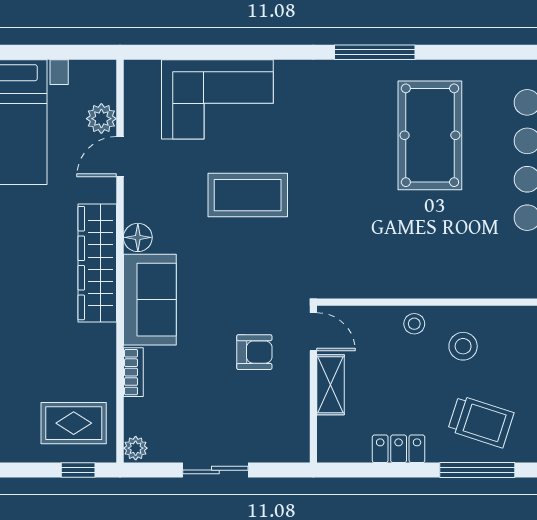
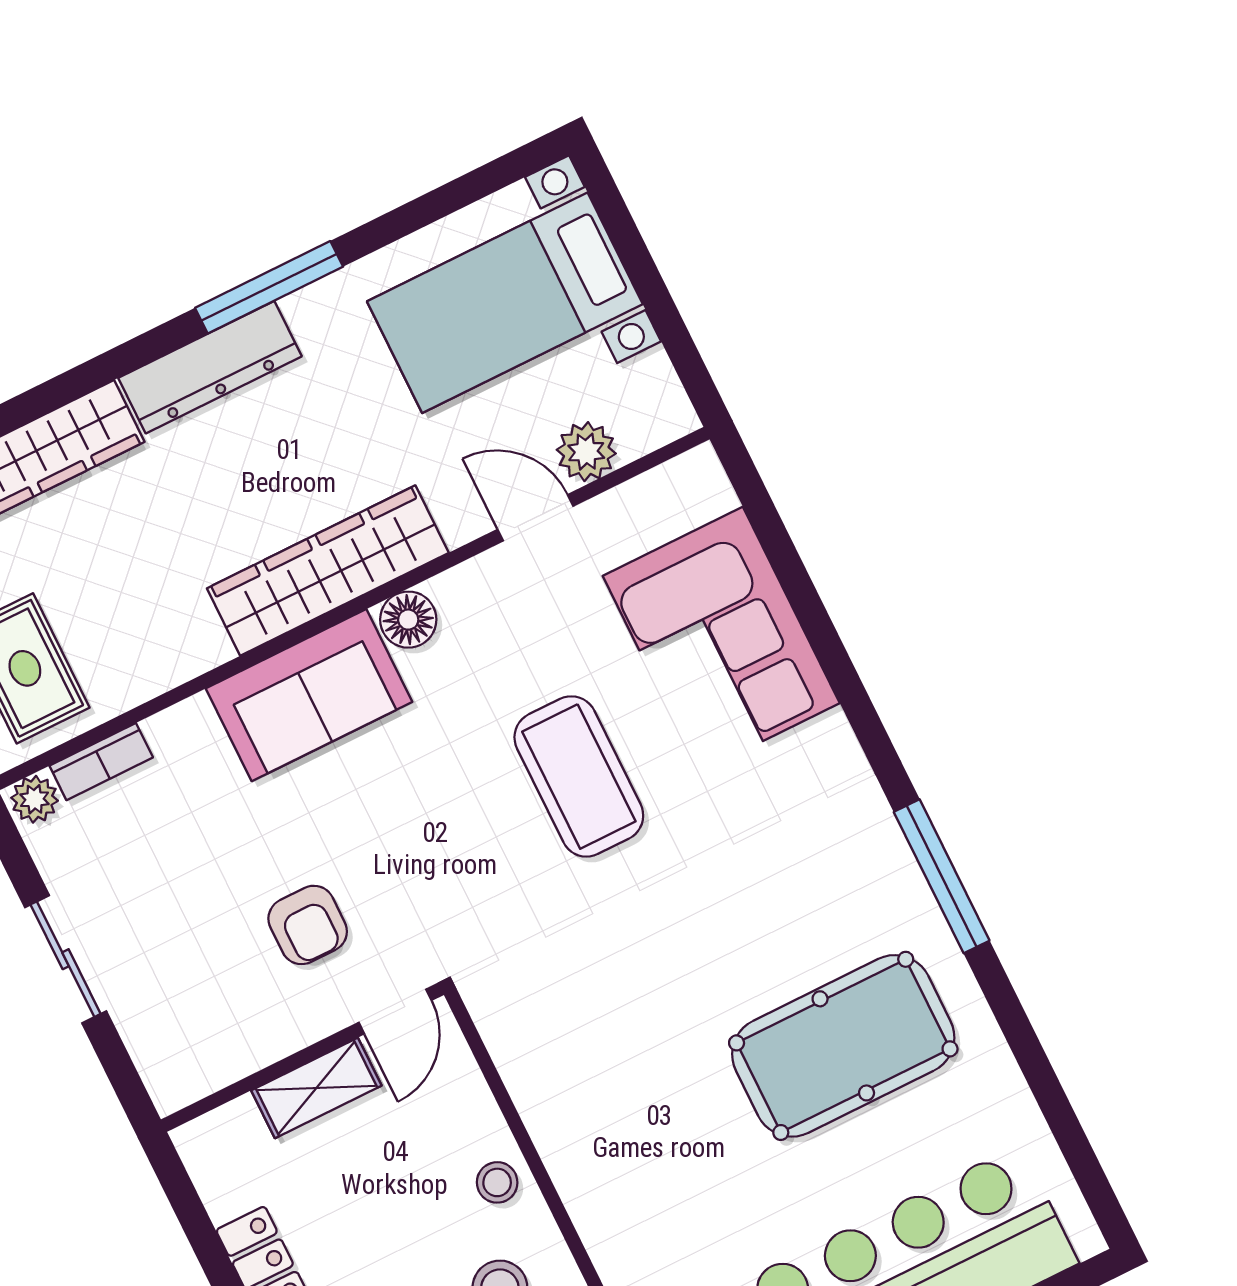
bookcase: (133, 372) -> (101, 762), moved

